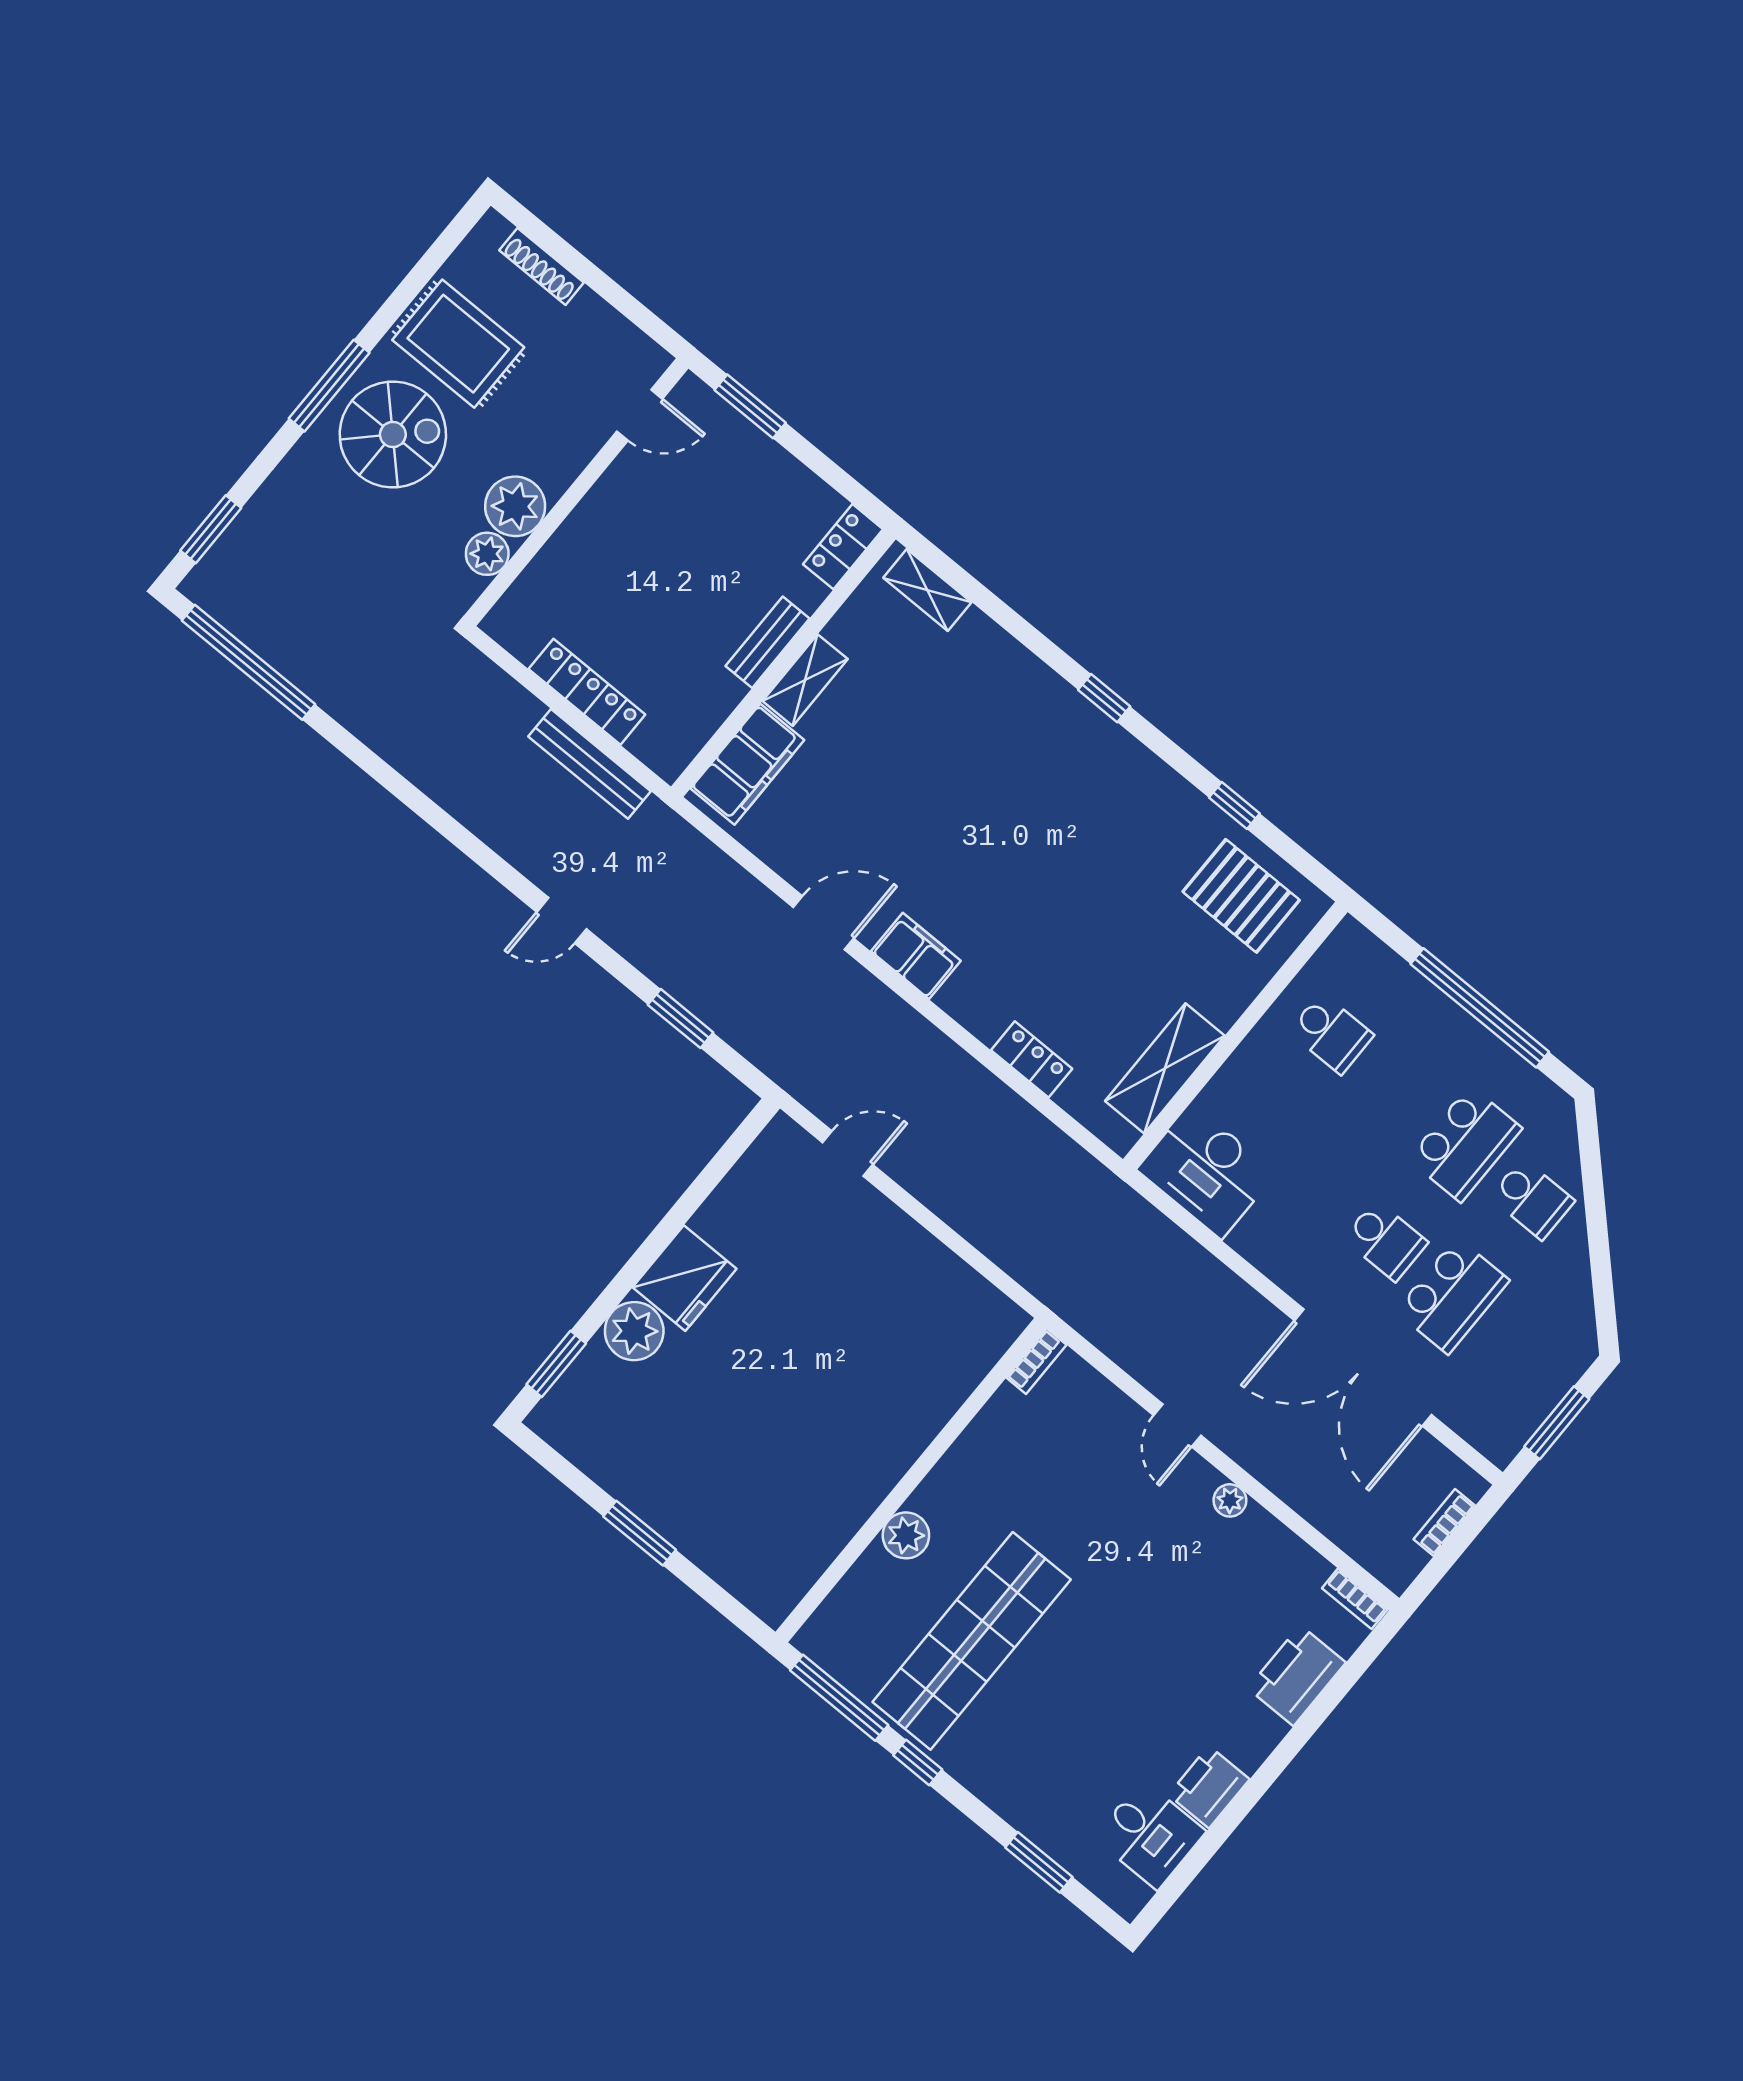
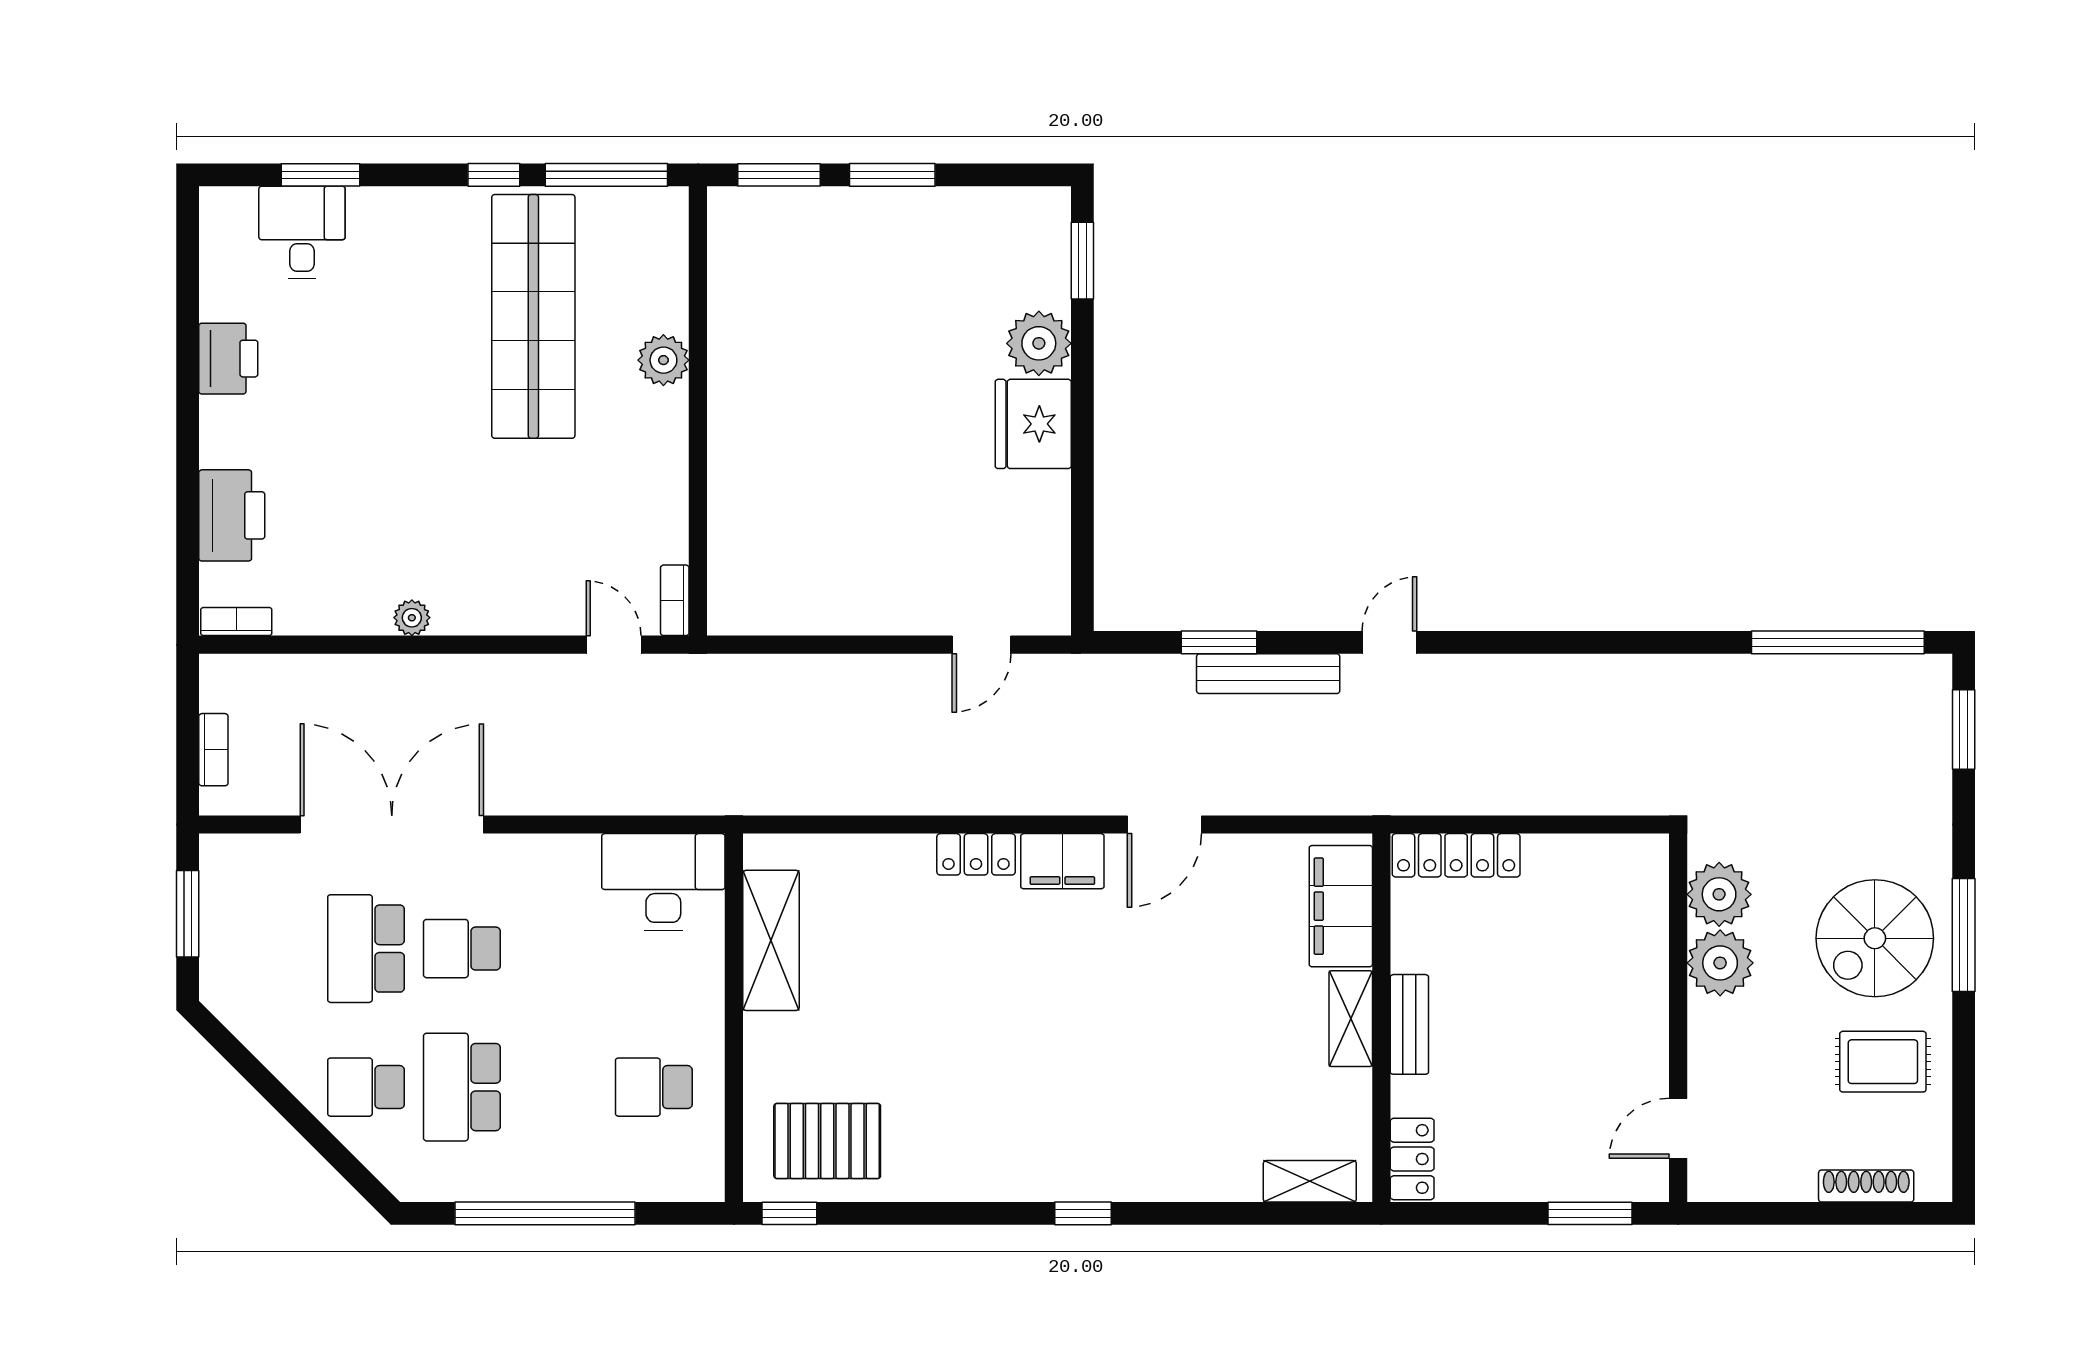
rug: (458, 344) -> (1883, 1062), width x0.73, depth x0.70
plant: (487, 554) -> (1719, 894), width x1.36, depth x1.36
locker: (587, 692) -> (1456, 855), moved
bench: (589, 764) -> (1268, 674), moved
window: (1234, 805) -> (789, 1213), moved
locker: (1032, 1059) -> (976, 854), moved
door: (1177, 1425) -> (614, 645), moved
window: (719, 1598) -> (779, 175), added
desk: (1150, 1835) -> (302, 232), moved, turned 90

